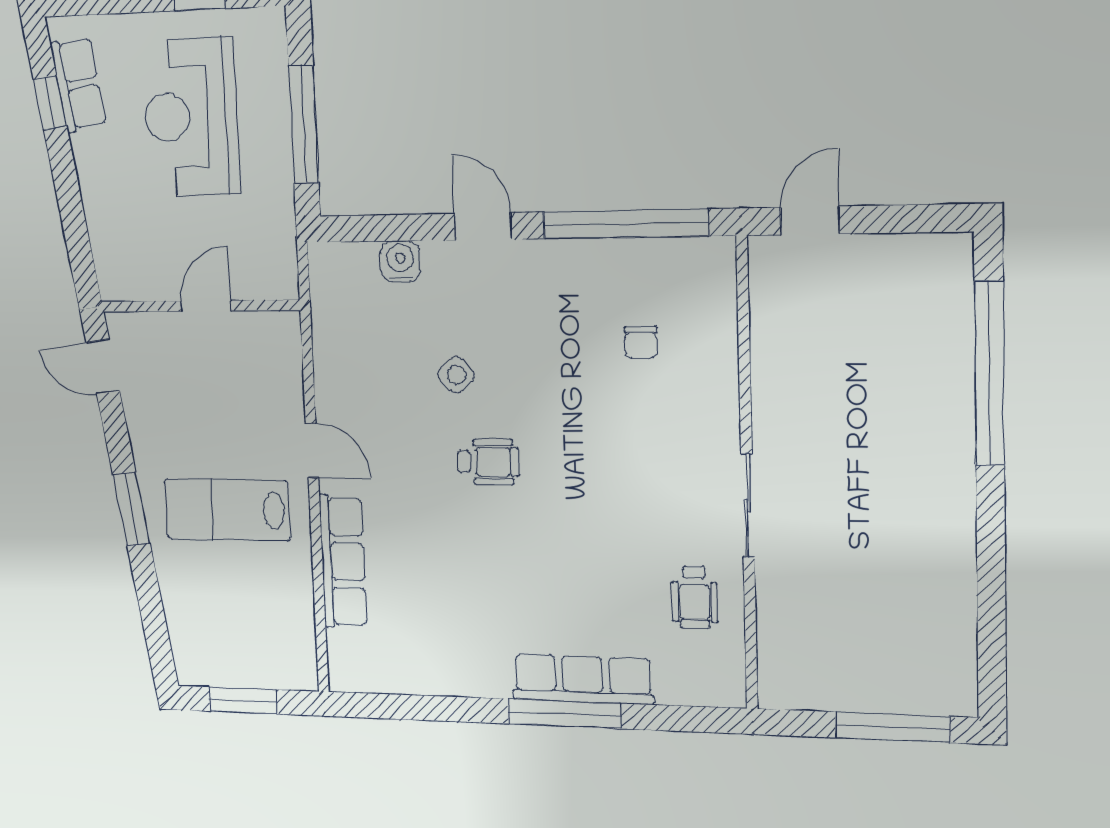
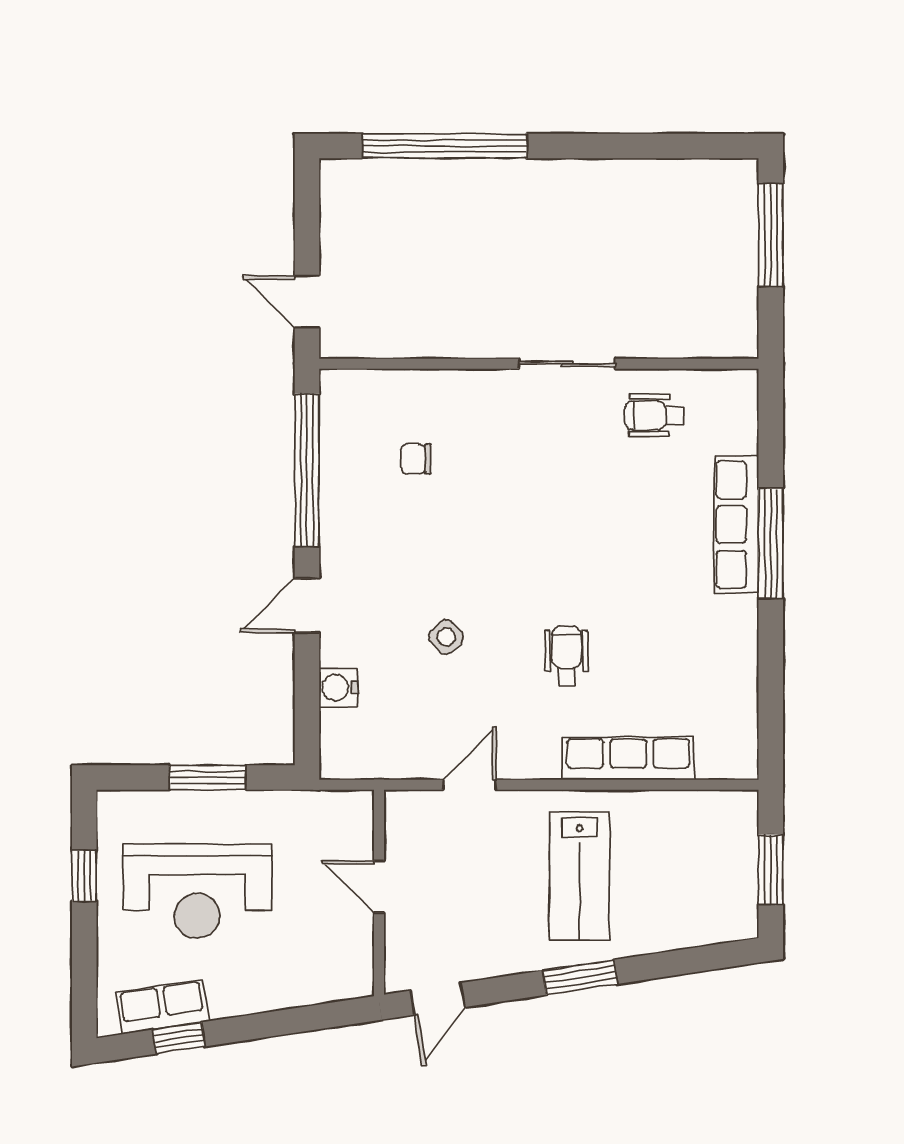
window: (304, 124) -> (207, 777), width x0.69
chair: (641, 342) -> (416, 459), turned 180
door: (312, 451) -> (469, 785), moved
wheelchair: (488, 462) -> (567, 656), moved
wheelchair: (694, 597) -> (654, 415), turned 180

